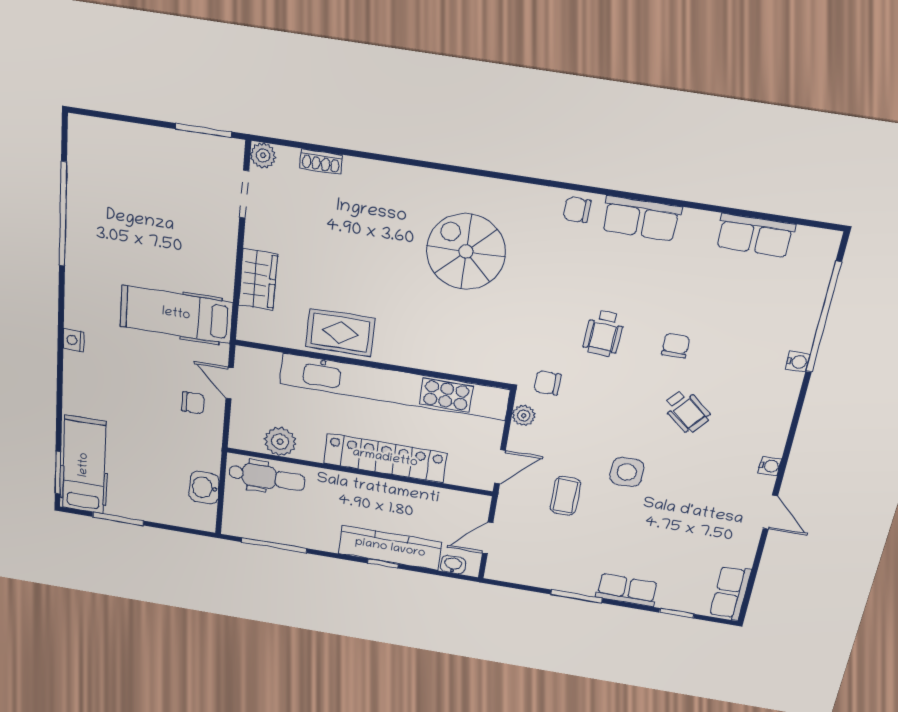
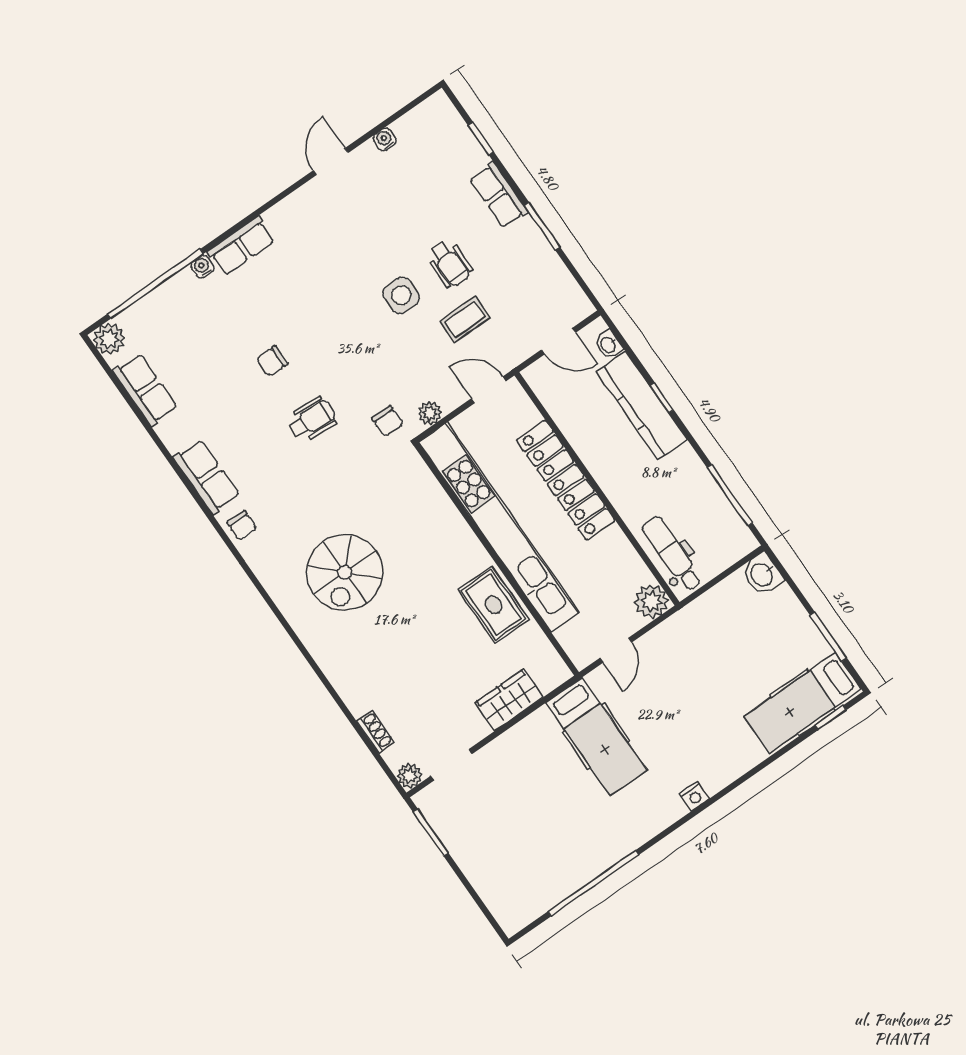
plant: (822, 245) -> (109, 339), added
chair: (193, 403) -> (661, 664), removed
wheelchair: (687, 411) -> (449, 264), moved, turned 140
plant: (280, 442) -> (651, 601), moved
water cooler: (770, 466) -> (385, 139), moved
window: (58, 473) -> (831, 718), width x0.67
washbasin: (204, 488) -> (762, 574), moved, turned 90
row of seats: (730, 593) -> (241, 246), moved

